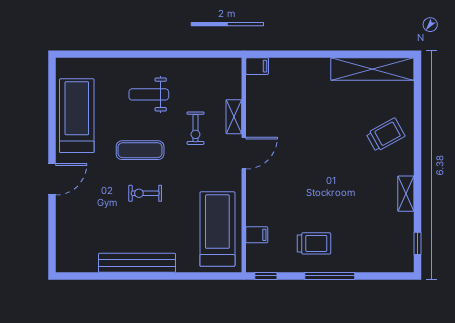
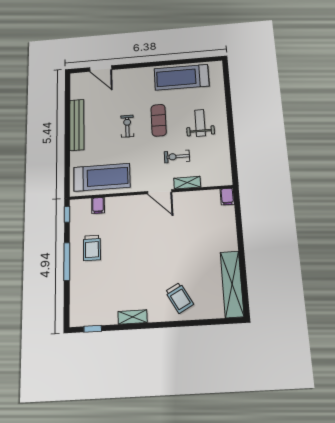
treadmill: (77, 116) -> (182, 77), turned 180
door: (52, 179) -> (101, 69), moved

